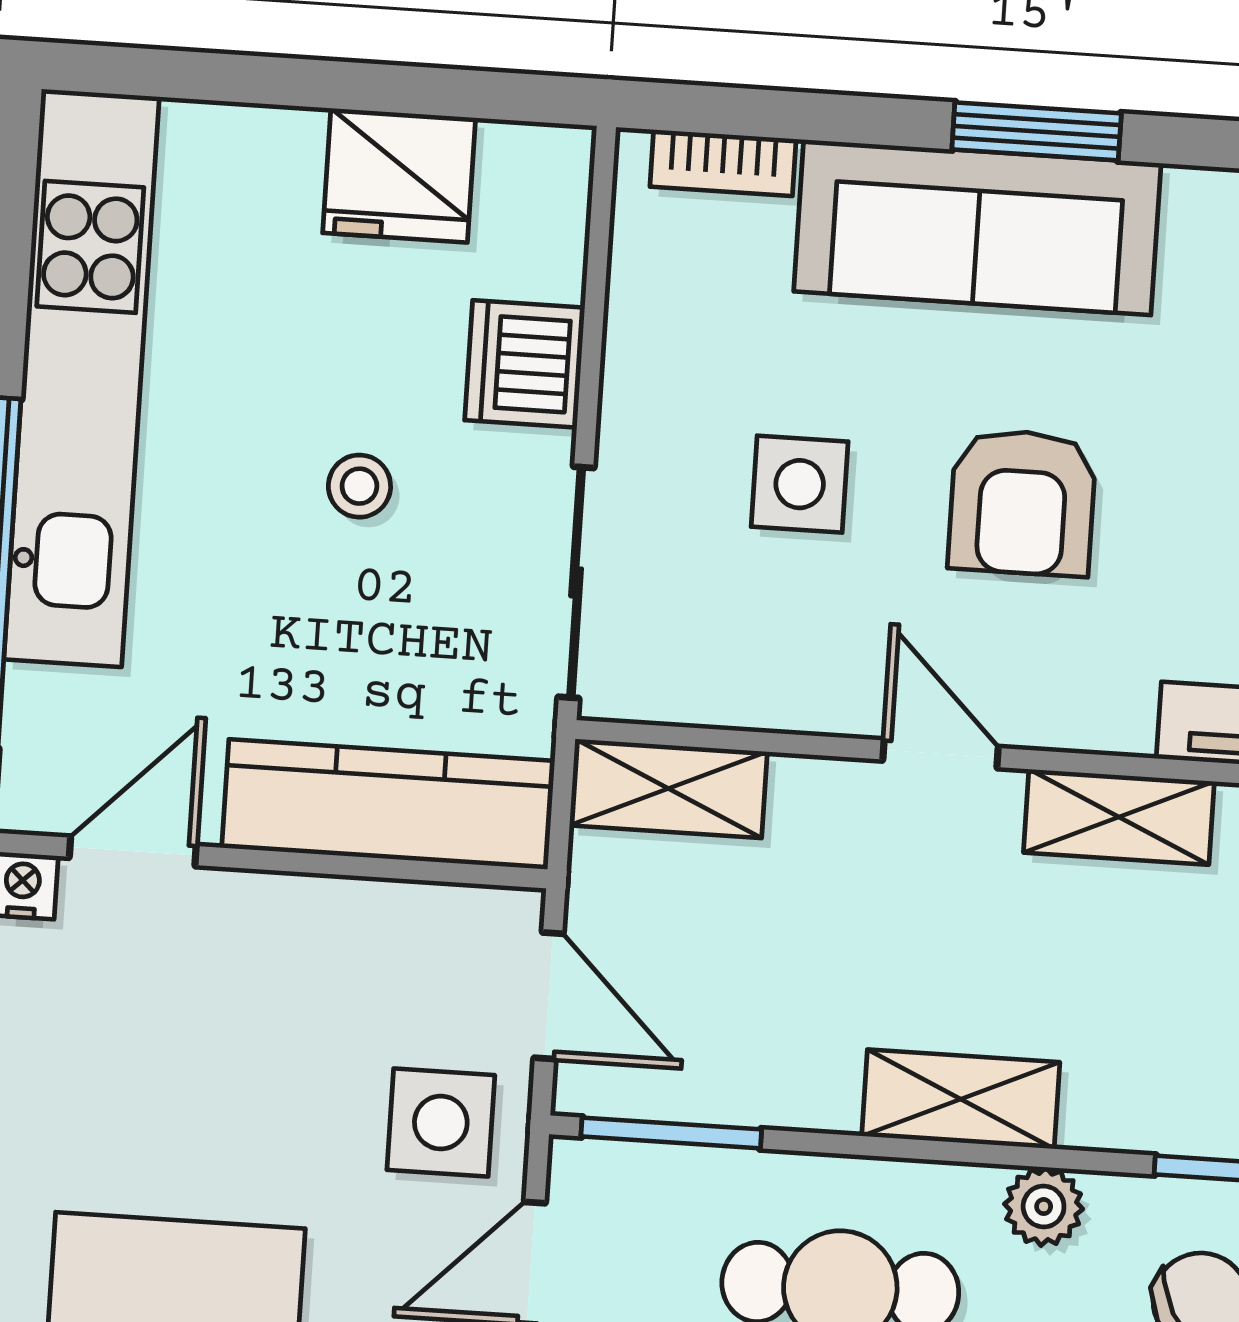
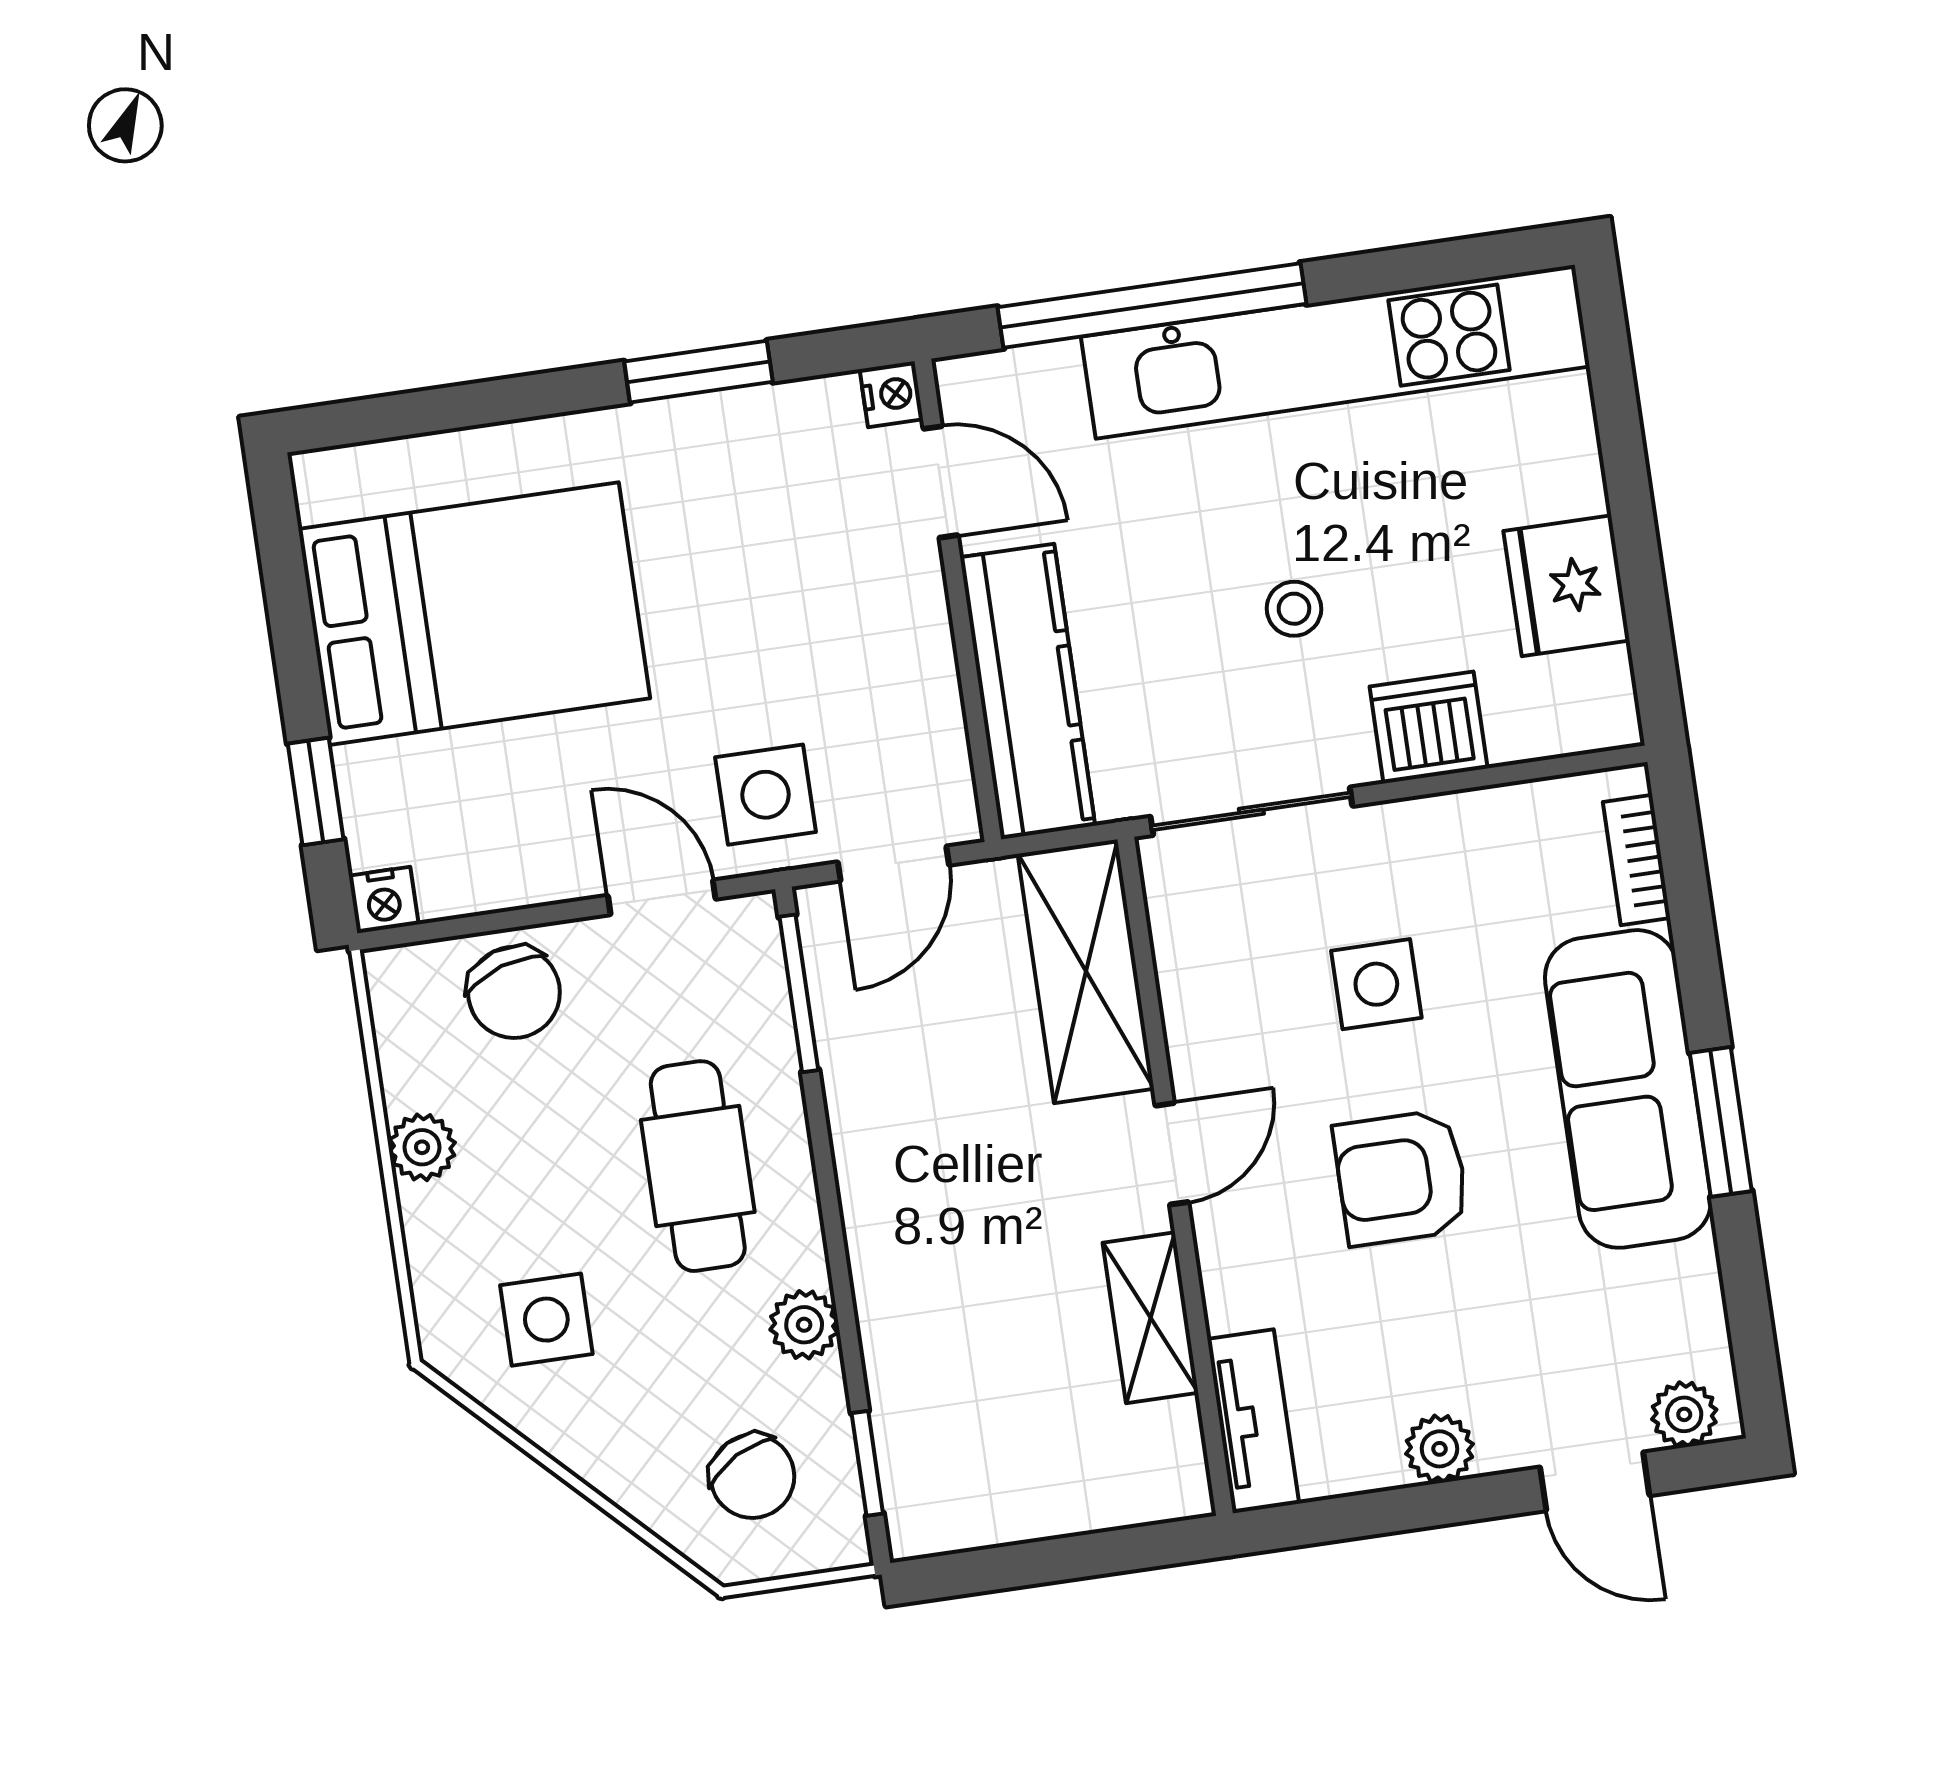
shelving: (668, 789) -> (1086, 971), width x1.50, depth x1.33
shelving: (961, 1099) -> (881, 1234), removed

